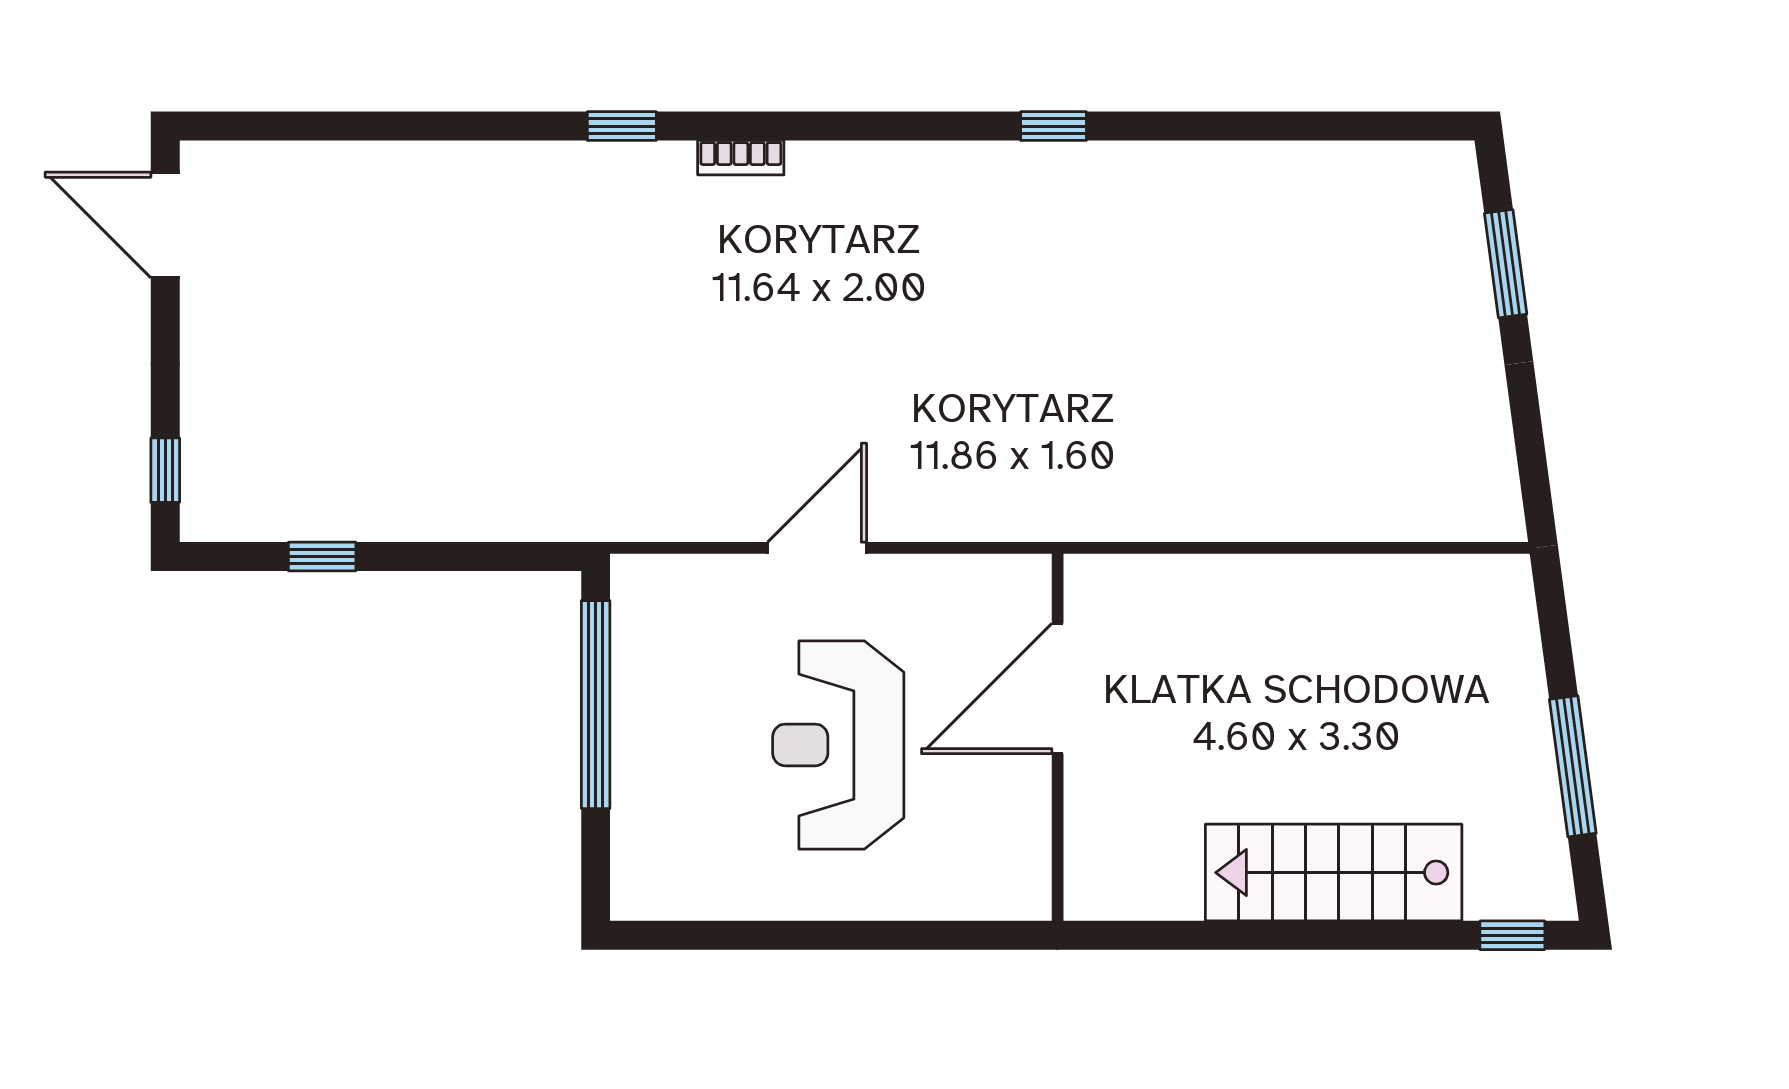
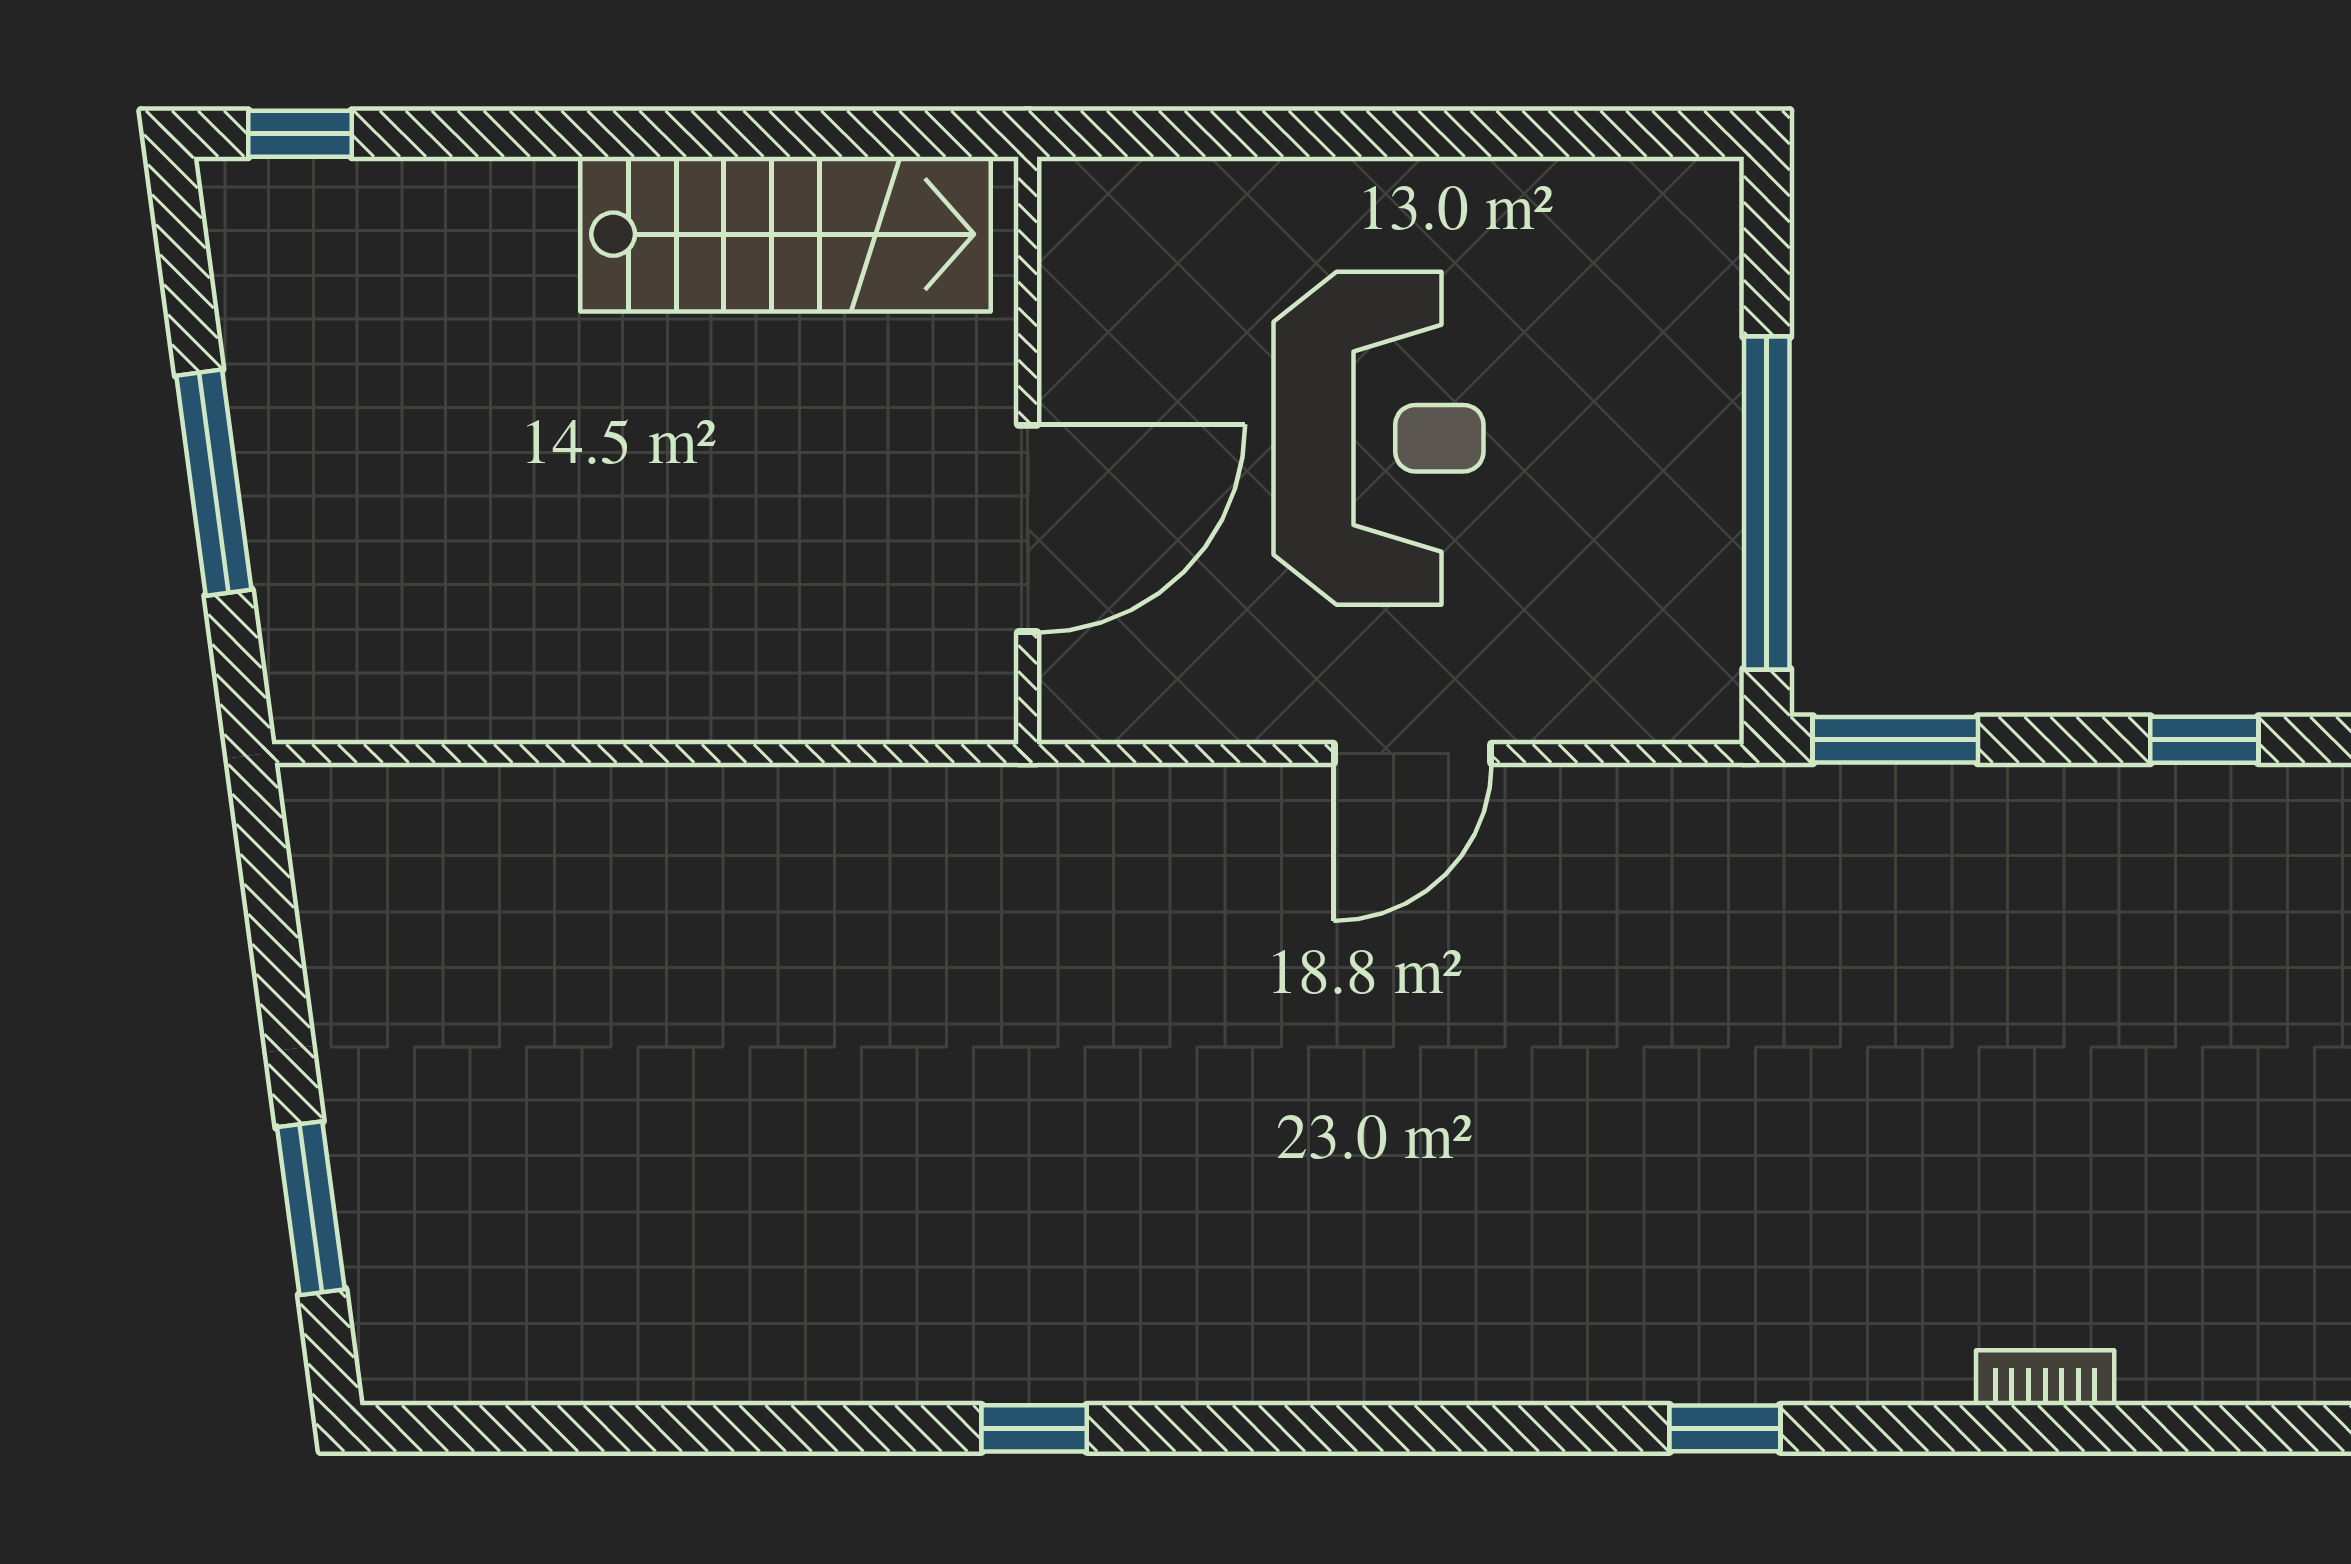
bookcase: (741, 158) -> (2045, 1378), moved
window: (515, 556) -> (1895, 740), added
window: (1573, 766) -> (214, 483), moved
stairs: (1334, 873) -> (785, 234), moved

